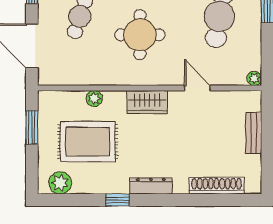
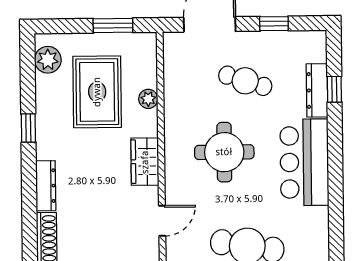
dresser: (151, 186) -> (46, 186), moved

